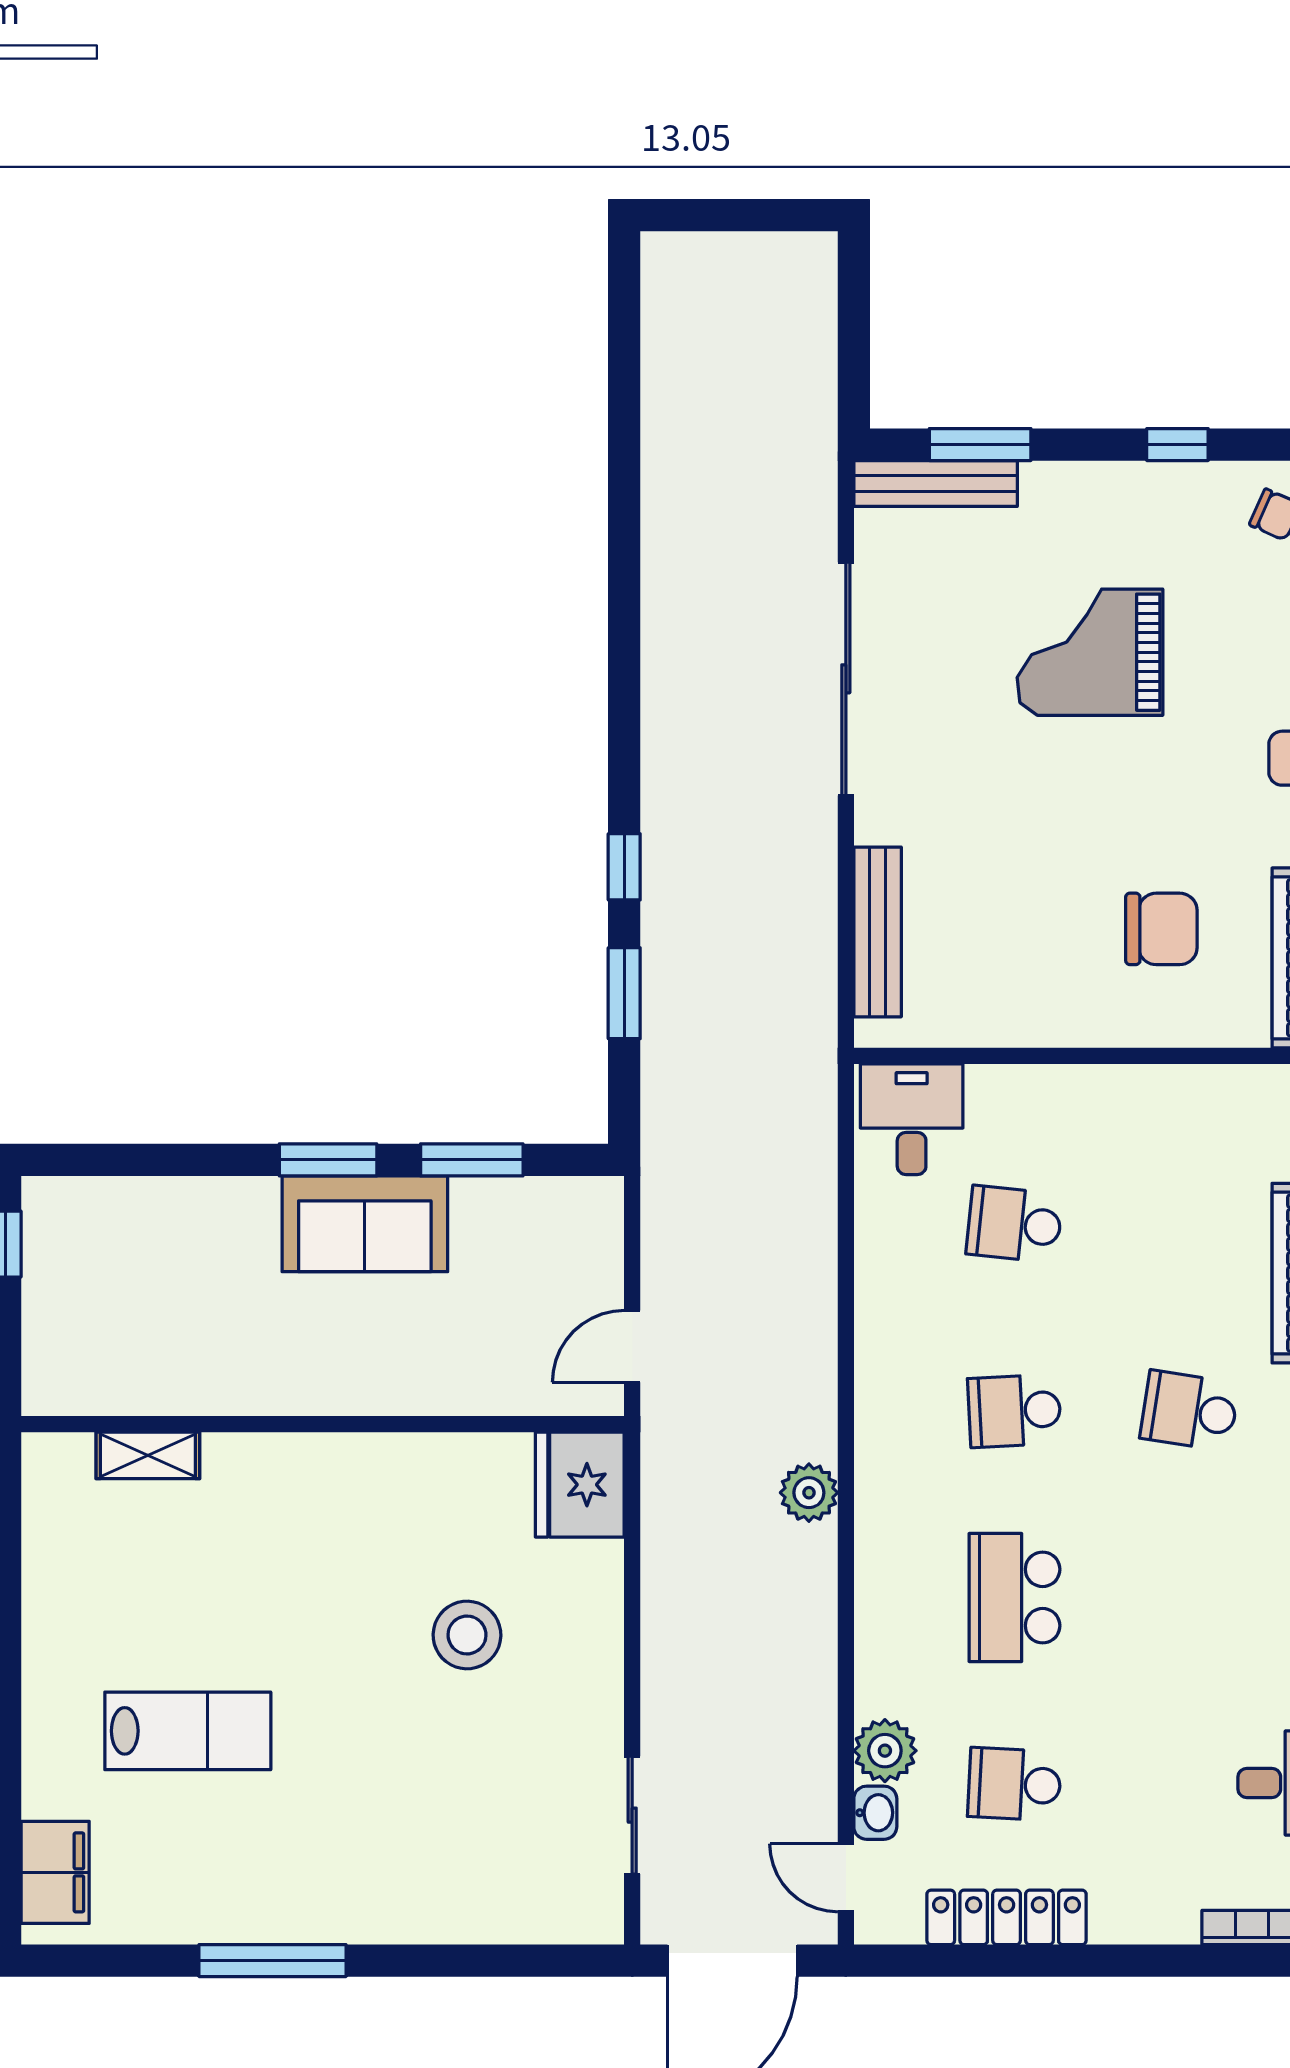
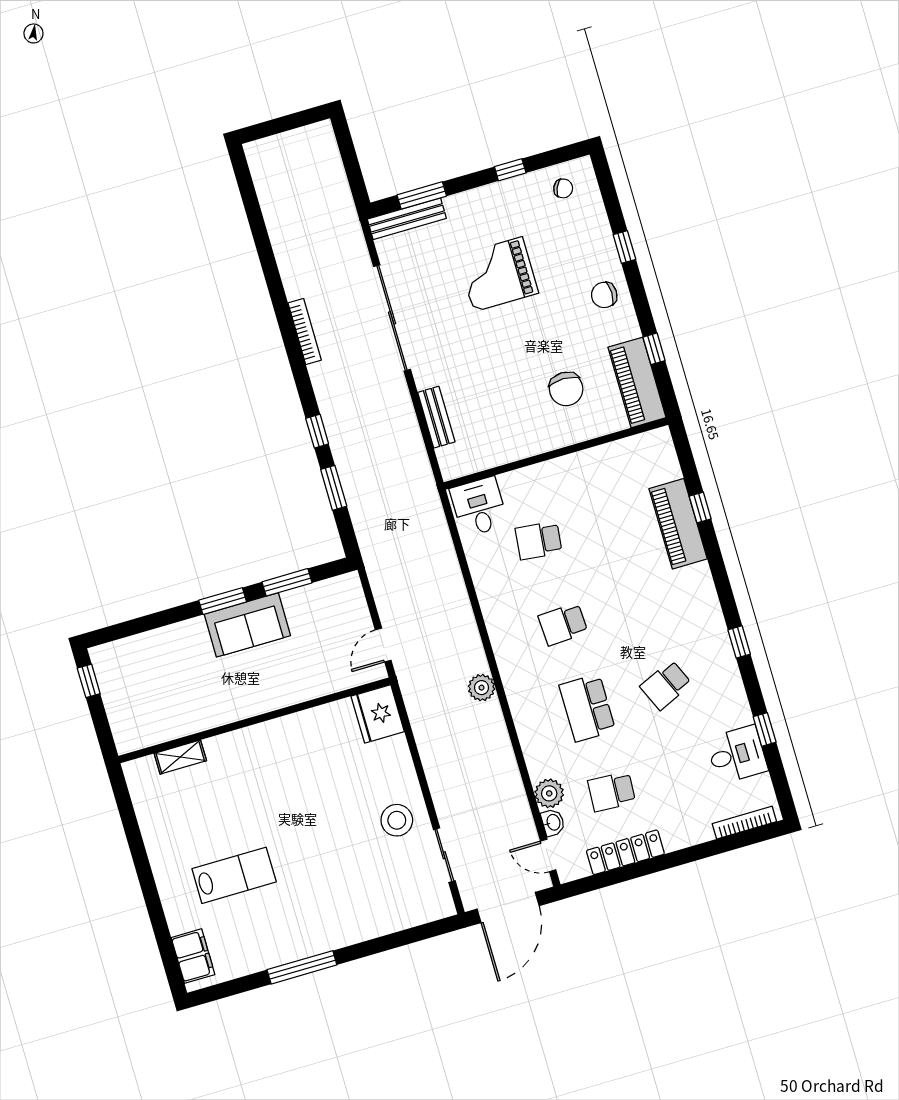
bookcase: (658, 655) -> (305, 332), added
chair: (1161, 929) -> (566, 389), turned 90
bench: (878, 932) -> (436, 417), width x0.73
school desk: (1190, 1411) -> (666, 685), moved, turned -33
stool: (467, 1635) -> (397, 820), moved

